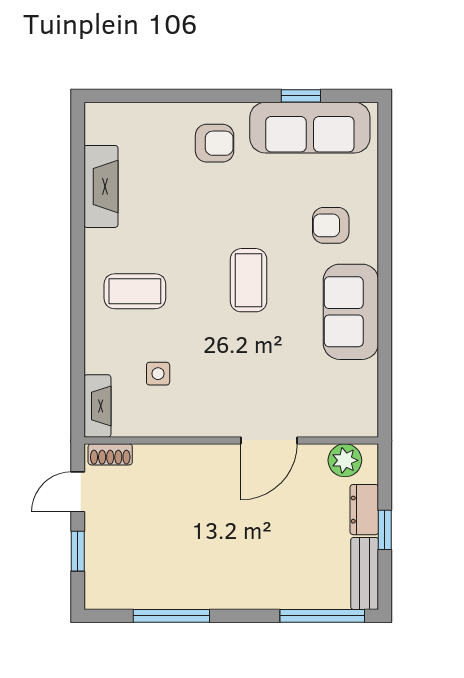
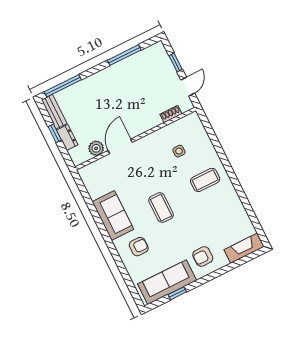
fireplace: (101, 186) -> (244, 248), moved, turned 90
fireplace: (97, 406) -> (197, 126), removed
shoe rack: (110, 454) -> (171, 114), moved
plant: (345, 460) -> (96, 148), moved

